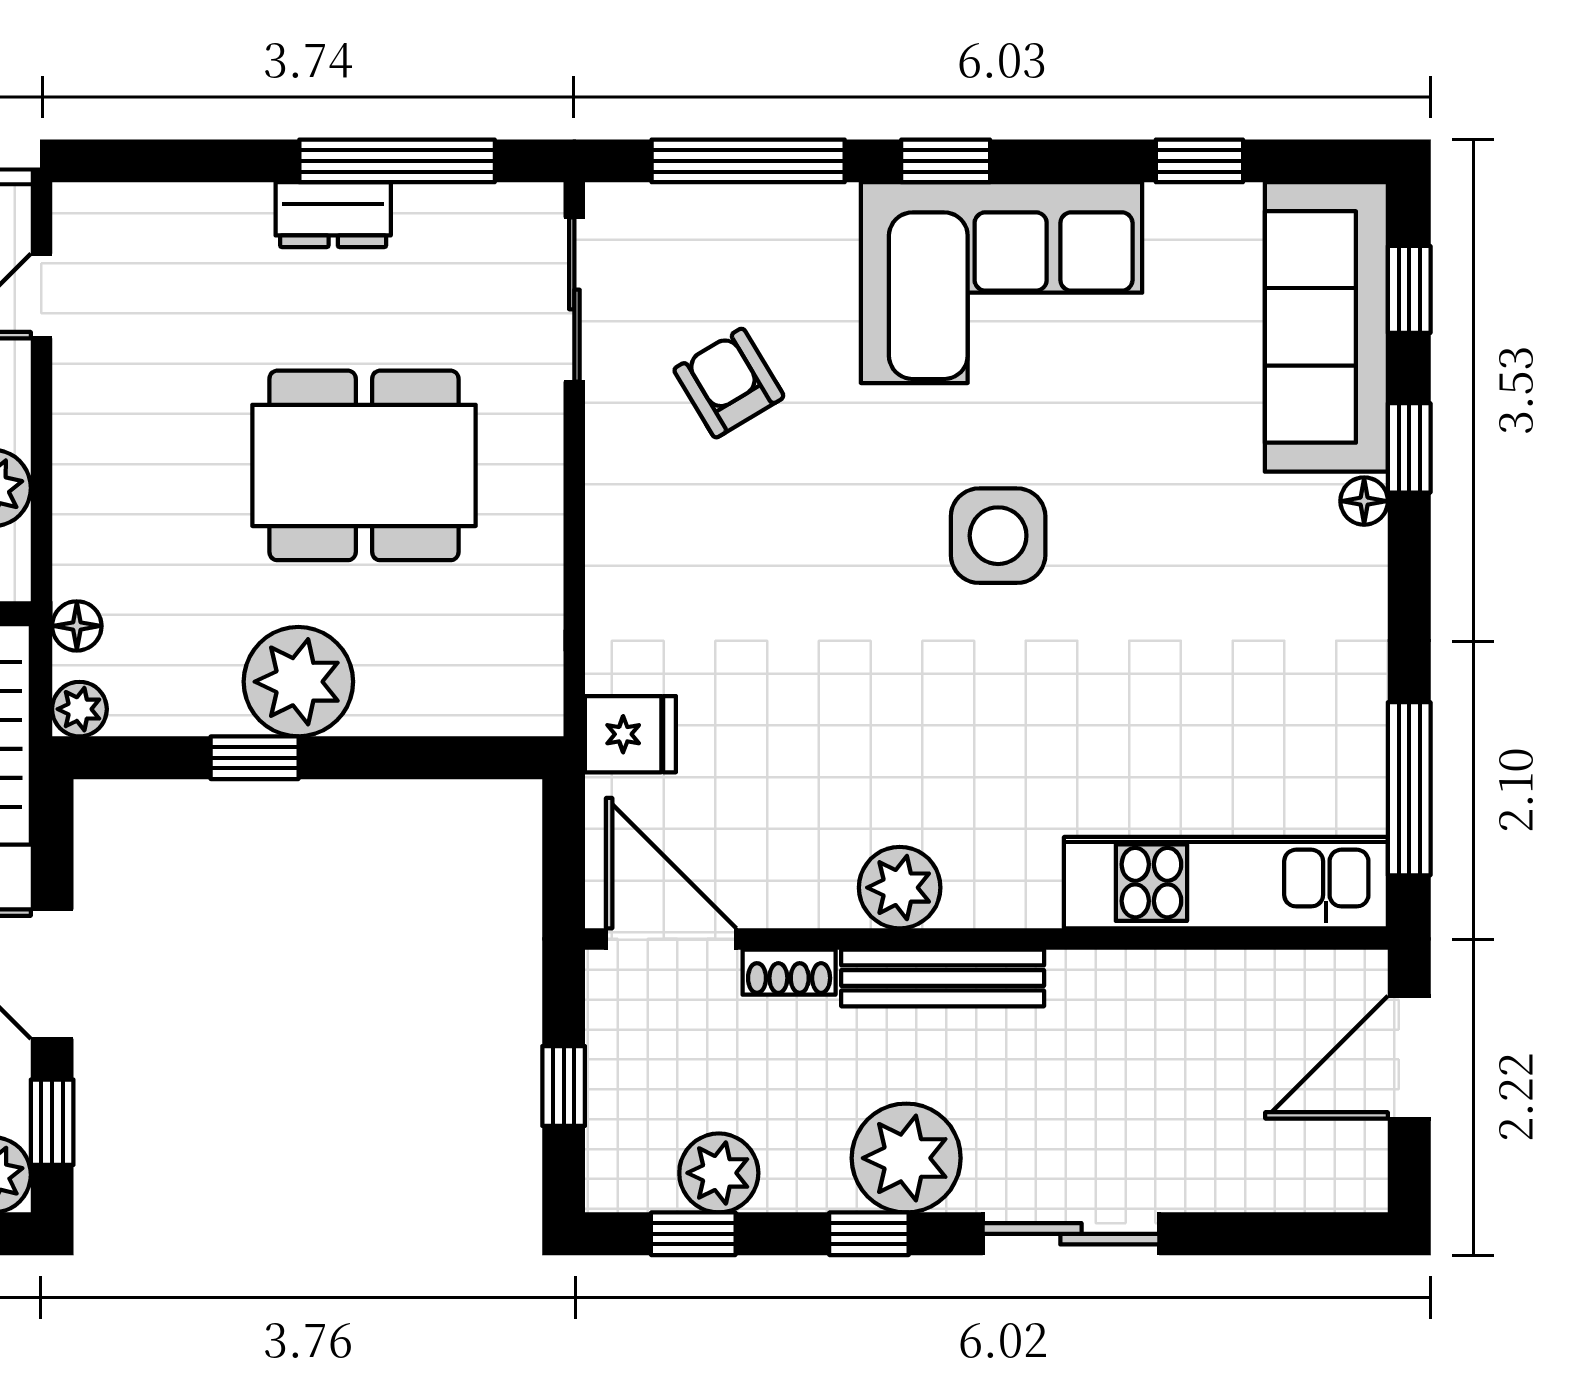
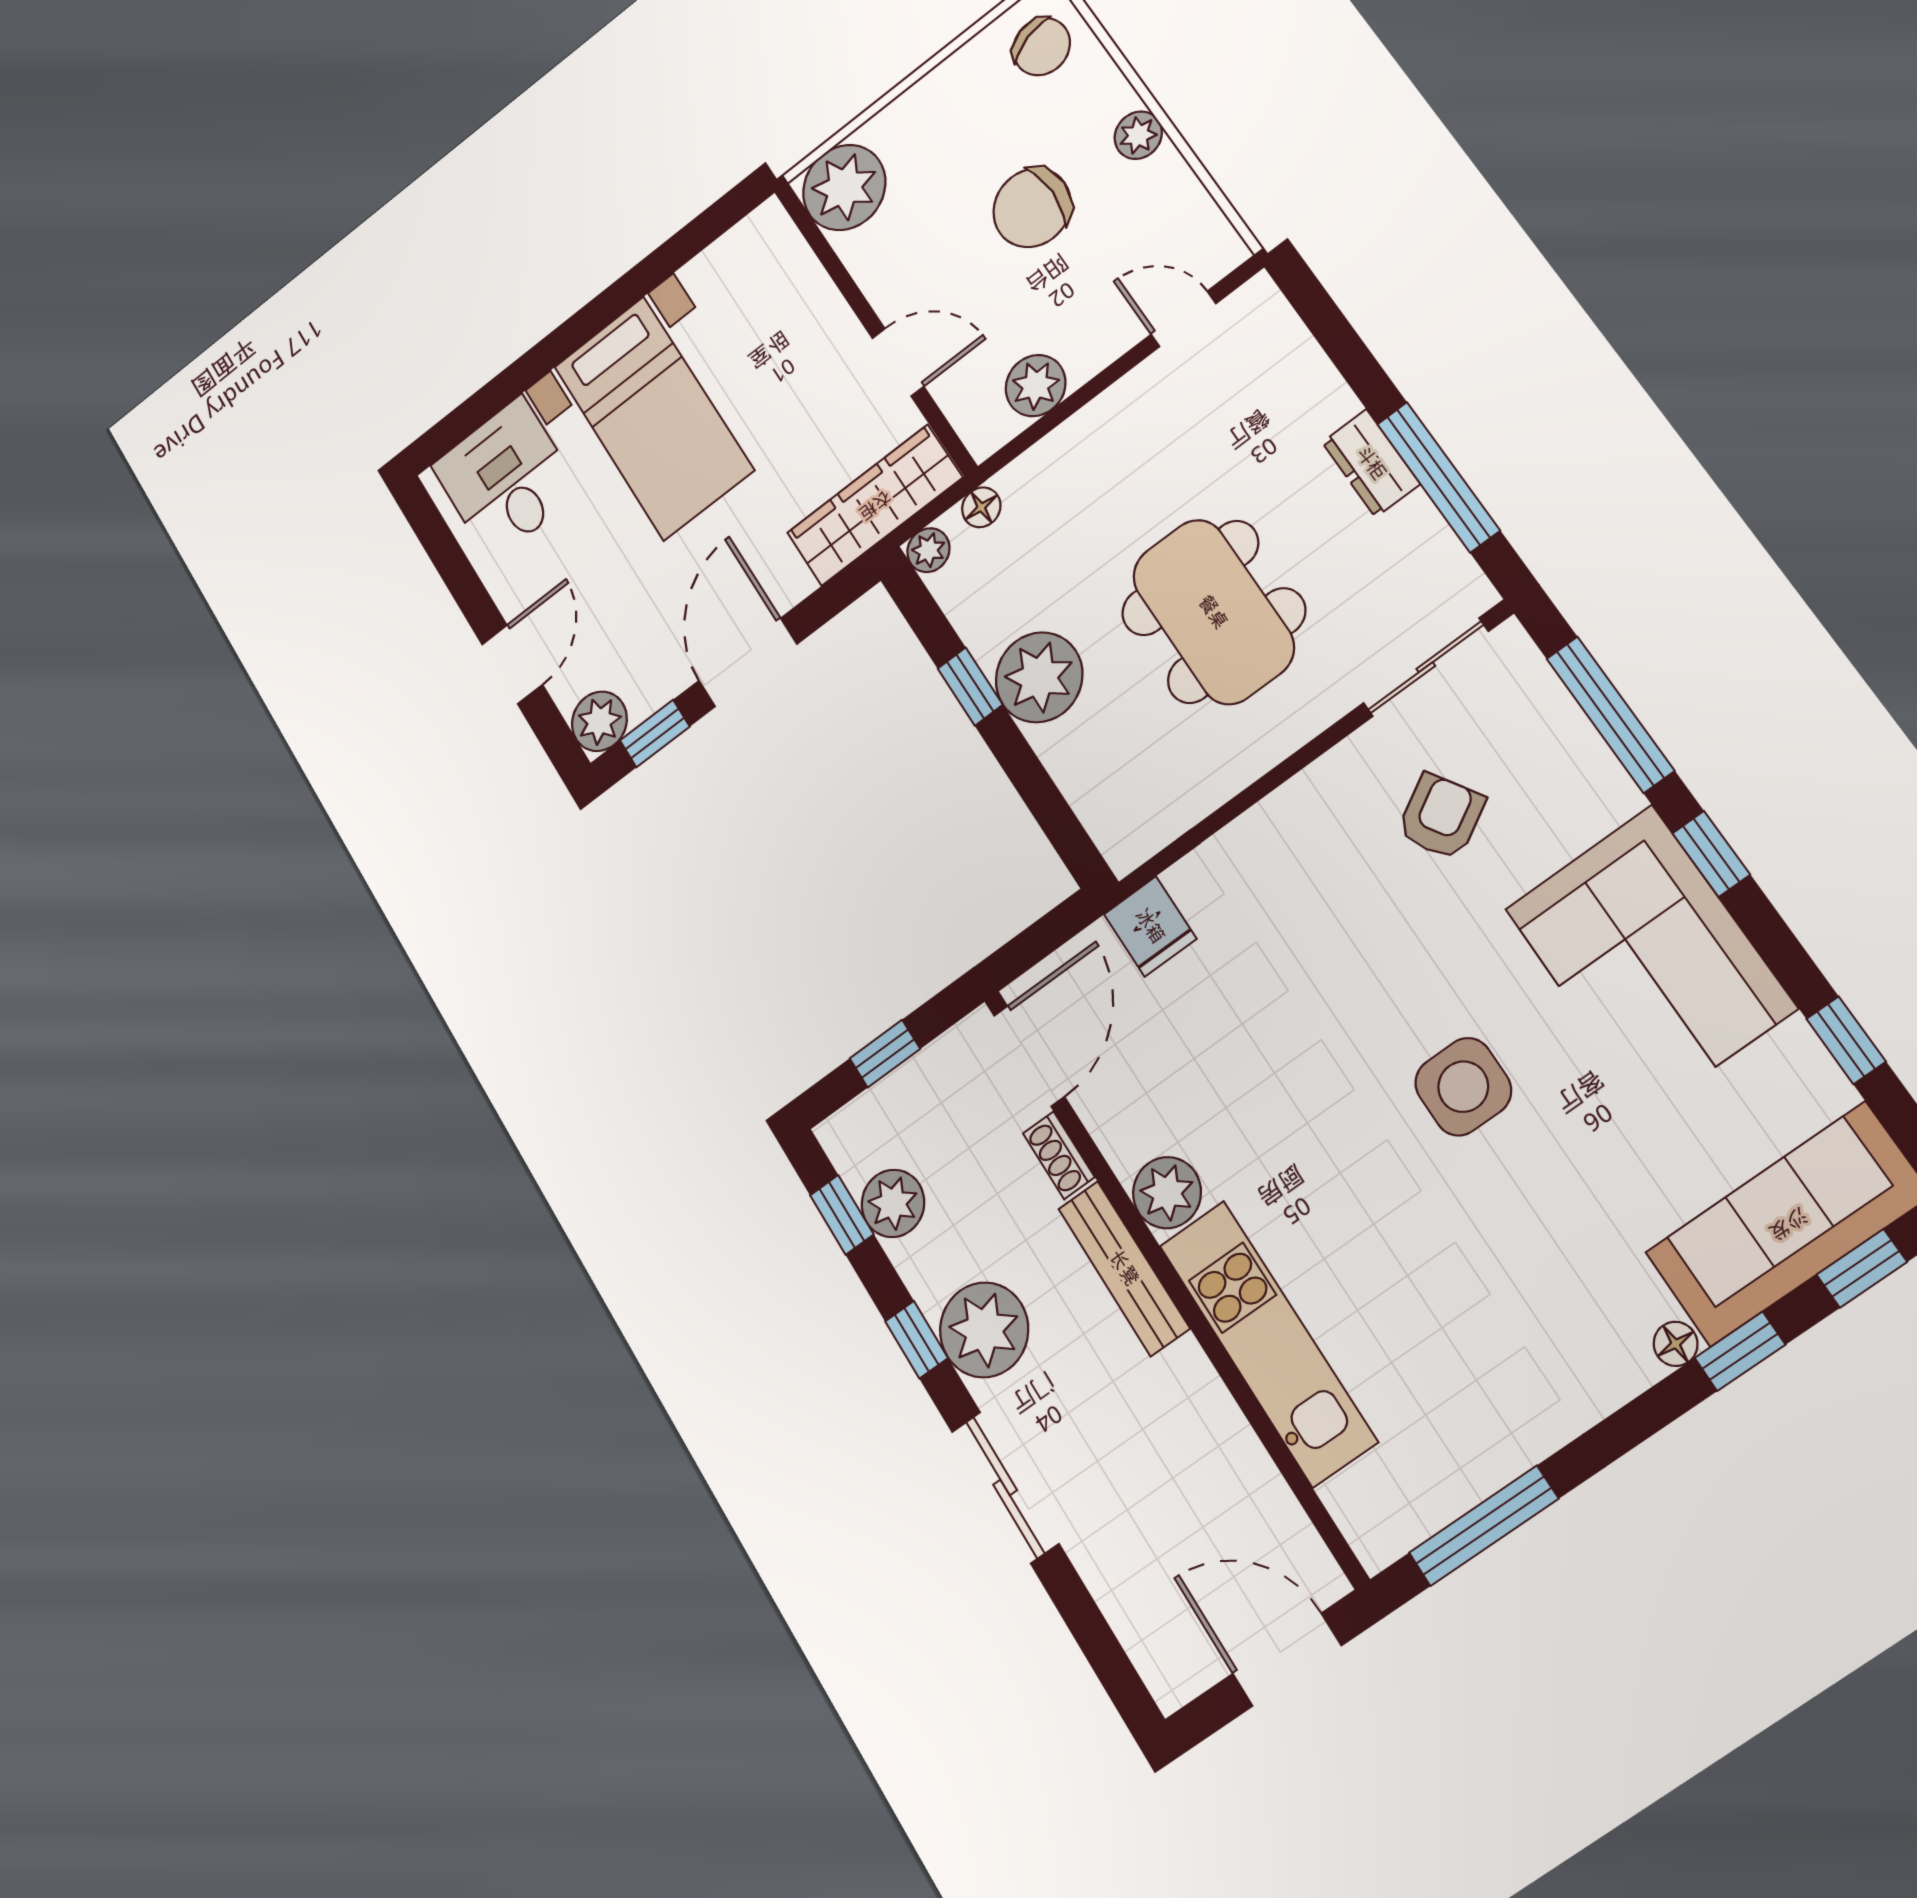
kitchen unit: (1226, 883) -> (1268, 1343), moved

